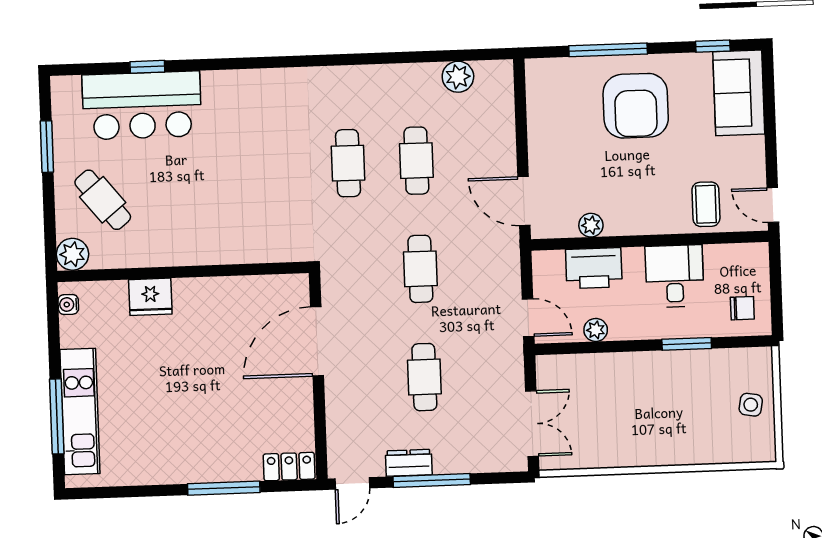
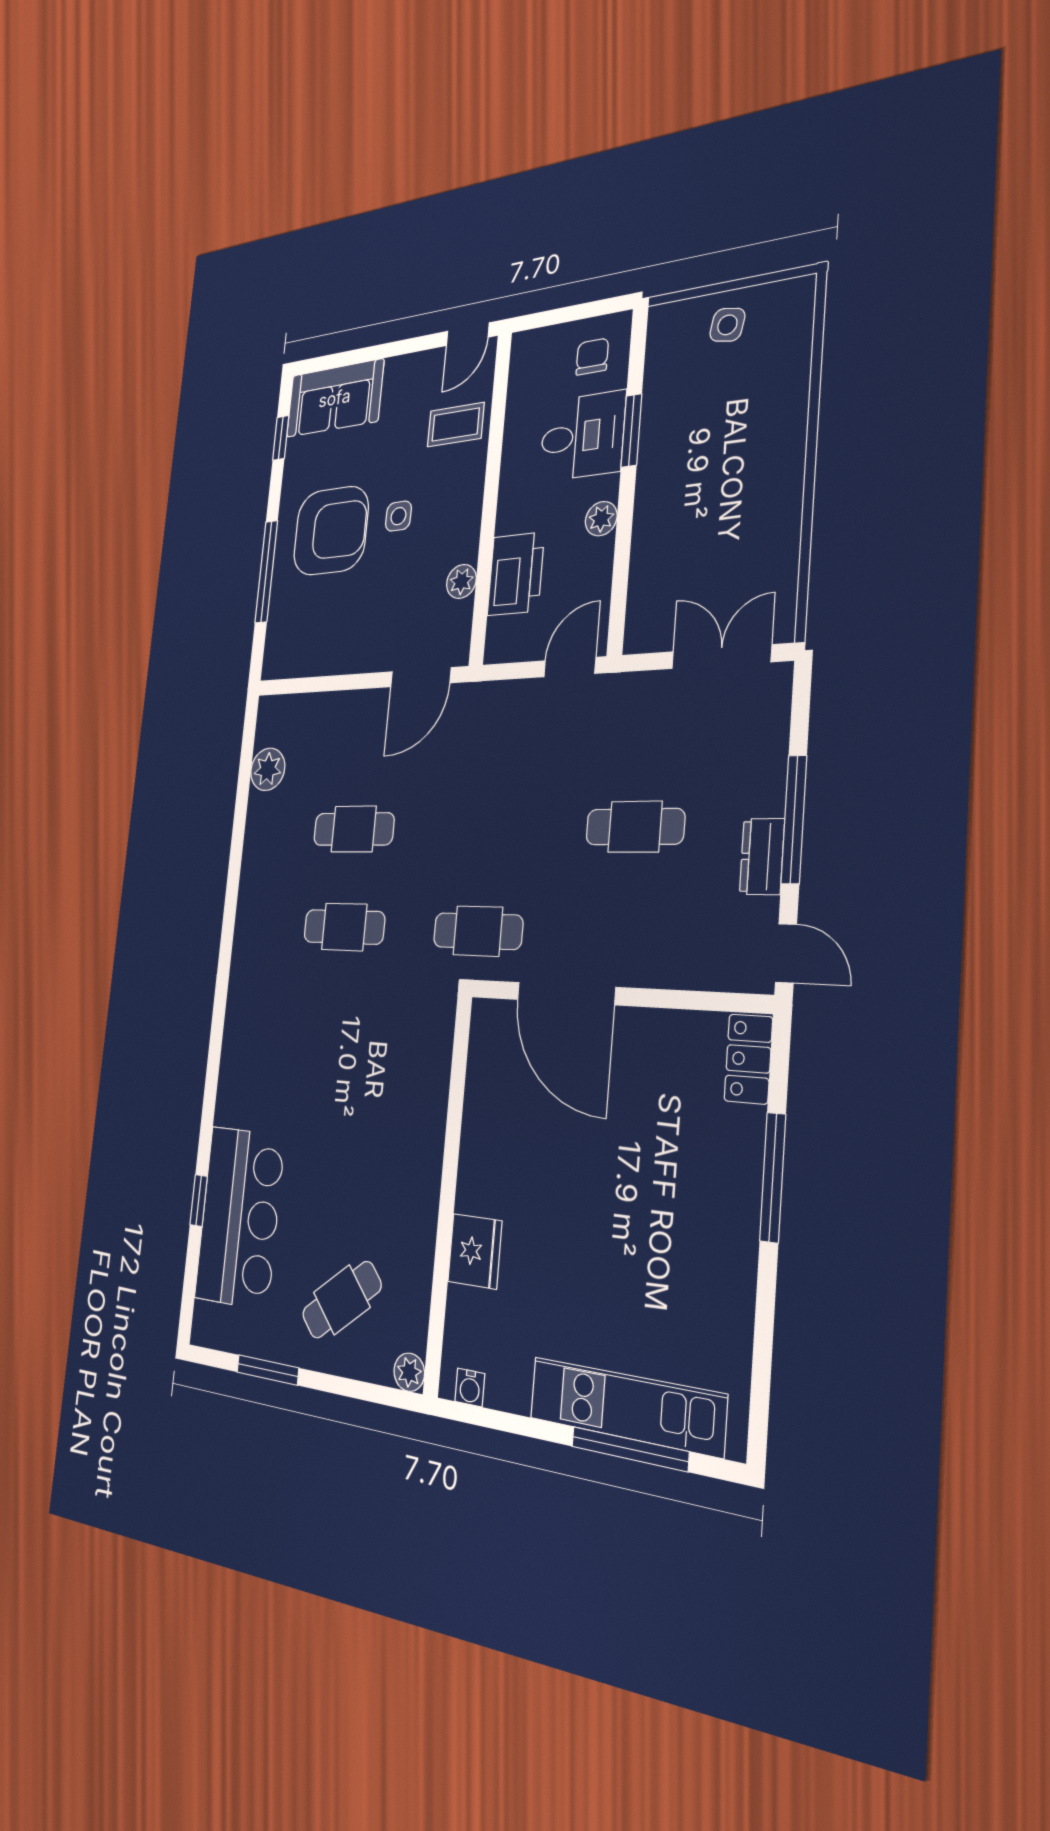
side table: (642, 165) -> (398, 516), added
plant: (72, 254) -> (409, 1372), width x0.73, depth x0.73
cafe table: (420, 269) -> (478, 931), moved
desk: (675, 276) -> (582, 436), moved, turned 180
plant: (596, 330) -> (601, 519), moved

